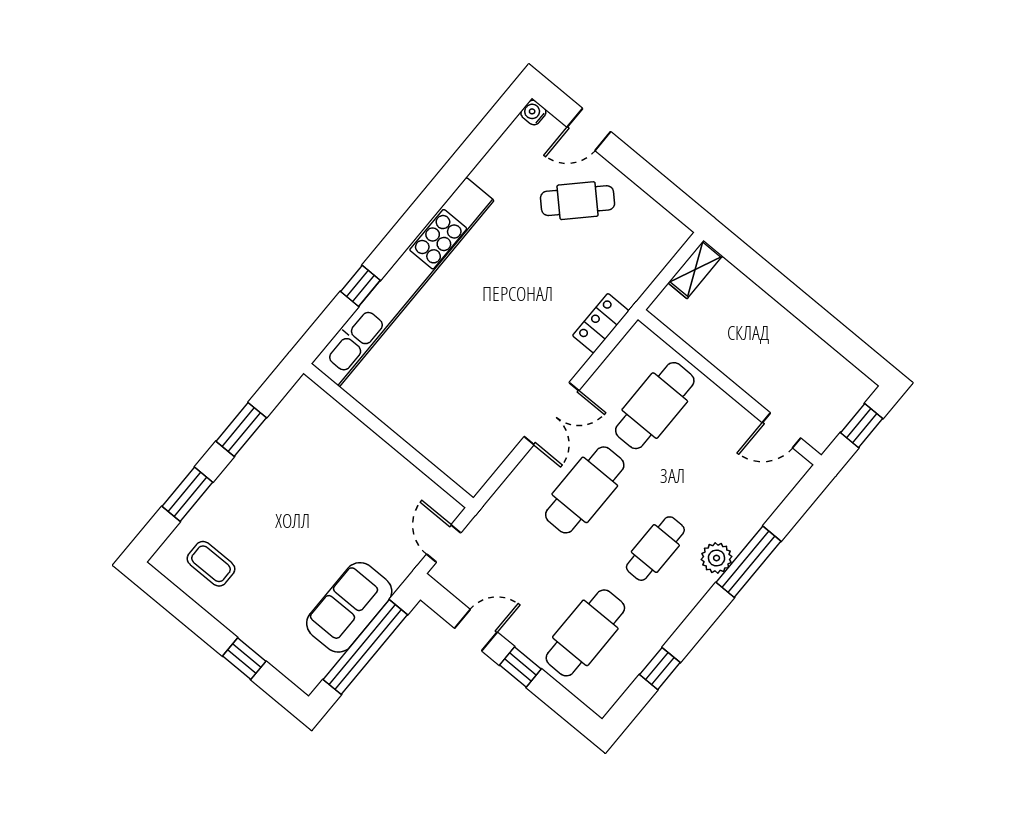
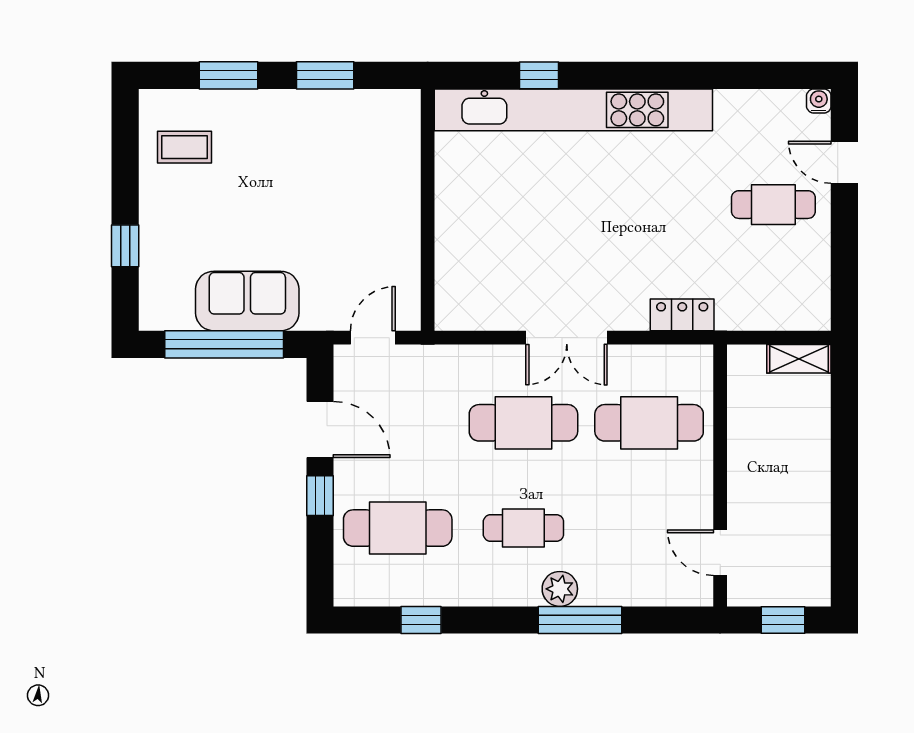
cafe table: (578, 201) -> (773, 205), turned -45
coffee table: (211, 564) -> (185, 147), turned 90
door: (476, 630) -> (320, 430), width x1.38

